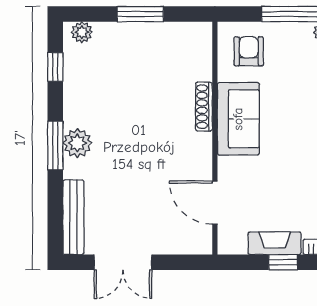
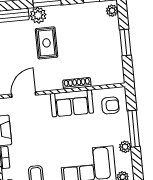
plant: (77, 143) -> (38, 15), moved
rug: (128, 153) -> (47, 43), added

